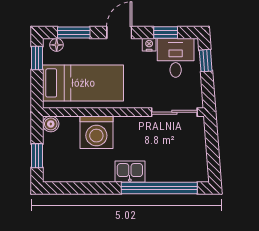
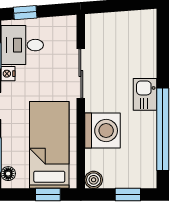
window: (37, 58) -> (48, 195), moved
sliding door: (174, 112) -> (81, 73), moved
window: (159, 188) -> (163, 129), moved

